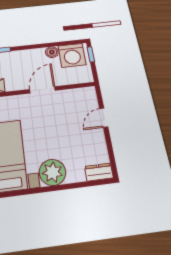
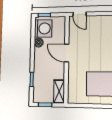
door: (104, 118) -> (79, 14), moved

